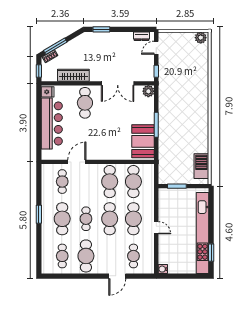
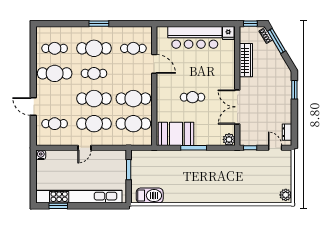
cafe table: (85, 103) -> (192, 97), moved, width x0.73, depth x0.74

